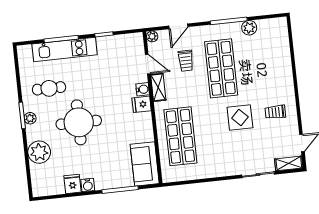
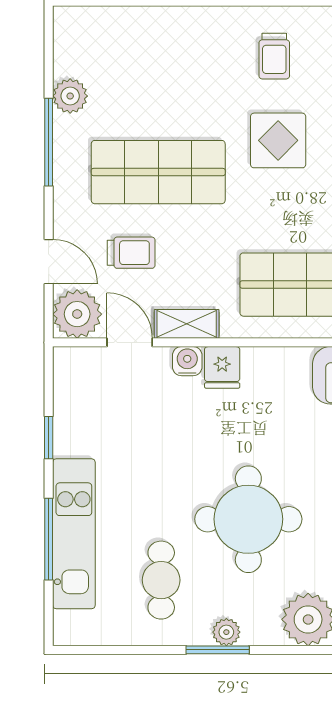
plant: (152, 36) -> (77, 314), width x1.88, depth x1.88
door: (148, 64) -> (130, 342), hinge flipped

